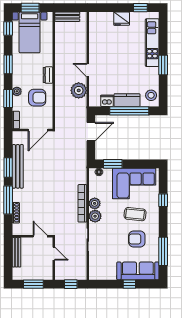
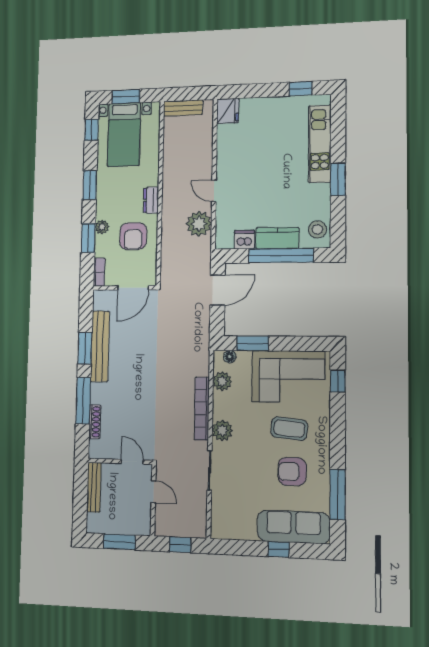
fridge: (122, 19) -> (228, 111), moved, turned -90
armchair: (37, 98) -> (133, 236), turned 90
window: (163, 200) -> (338, 381), moved
plant: (95, 203) -> (222, 381), moved

